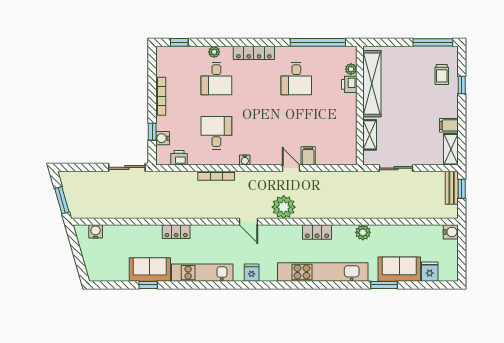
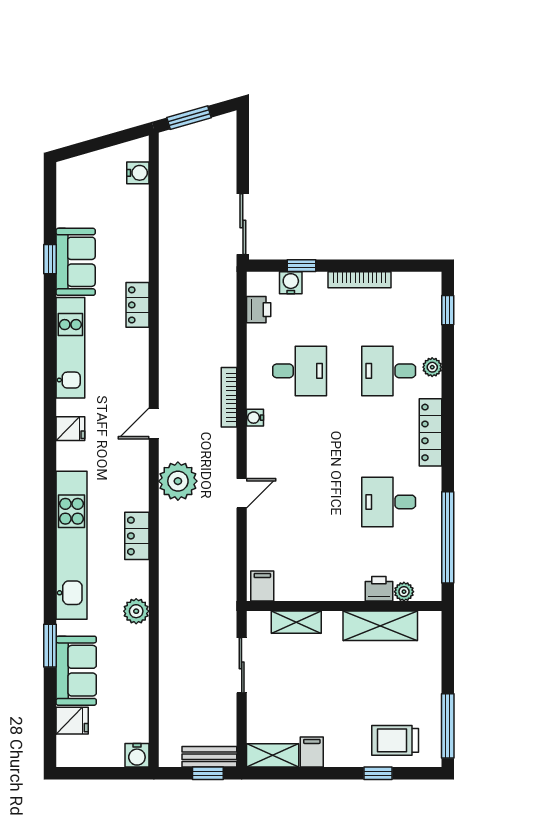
trolley: (442, 74) -> (395, 740), width x1.36, depth x1.39
shelving: (372, 84) -> (380, 626), width x0.68
filing cabinet: (308, 156) -> (262, 586), moved, turned -90
bookcase: (216, 176) -> (229, 397), moved

